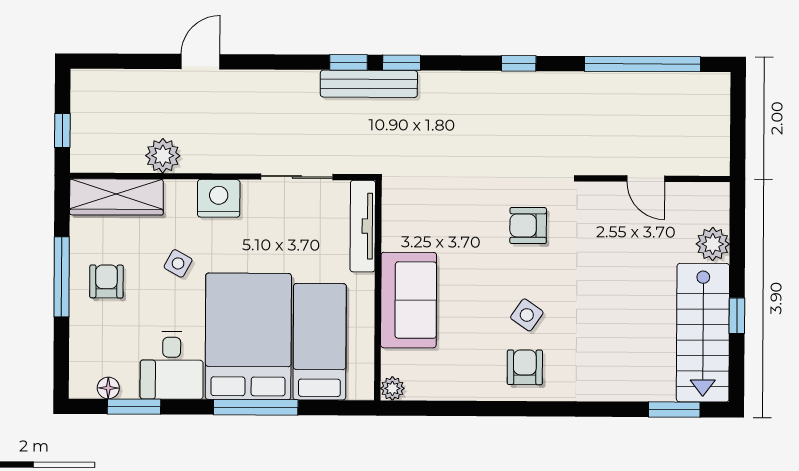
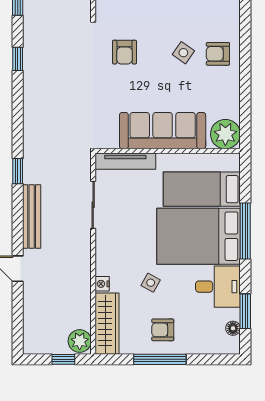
window: (402, 63) -> (18, 136), removed
bench: (369, 84) -> (32, 217), moved
plant: (163, 156) -> (80, 341), moved
nightstand: (219, 198) -> (102, 284), moved, width x0.53, depth x0.56
sofa: (409, 300) -> (163, 131), width x1.36
plant: (392, 388) -> (225, 134), width x1.87, depth x1.87

